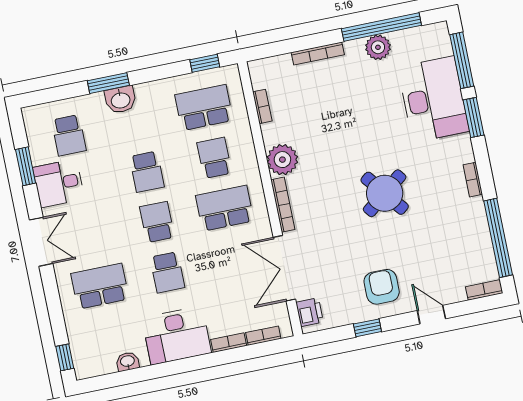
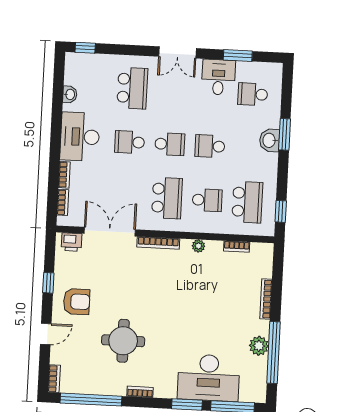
plant: (282, 160) -> (198, 246), width x0.53, depth x0.53
round table: (385, 193) -> (123, 341), moved, turned 38

